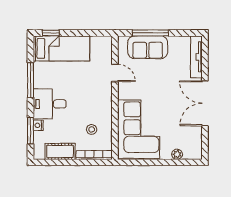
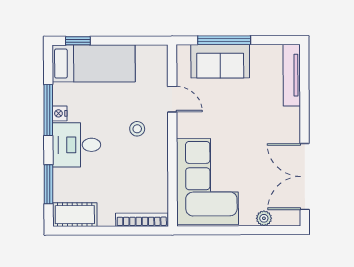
double door: (205, 103) -> (305, 177), moved
nightstand: (38, 125) -> (60, 113), moved
stool: (92, 129) -> (137, 129), moved
cot: (60, 151) -> (75, 215), moved

